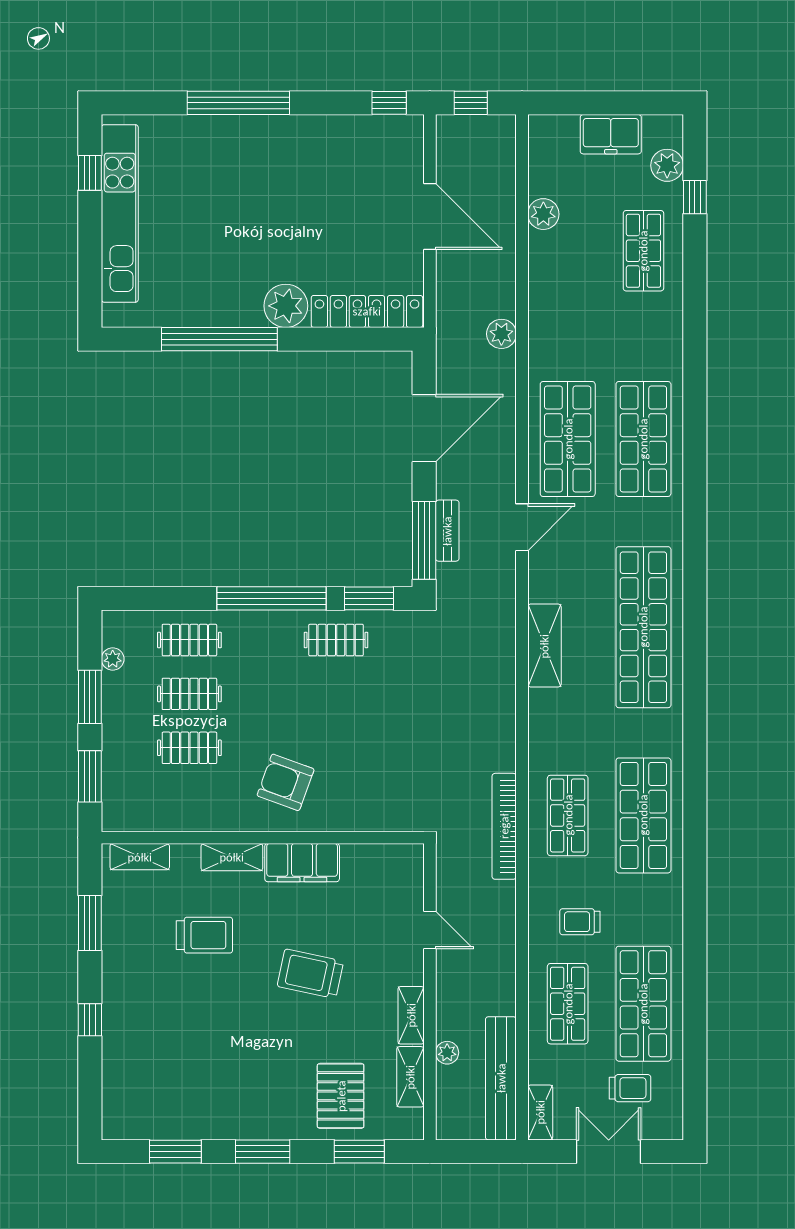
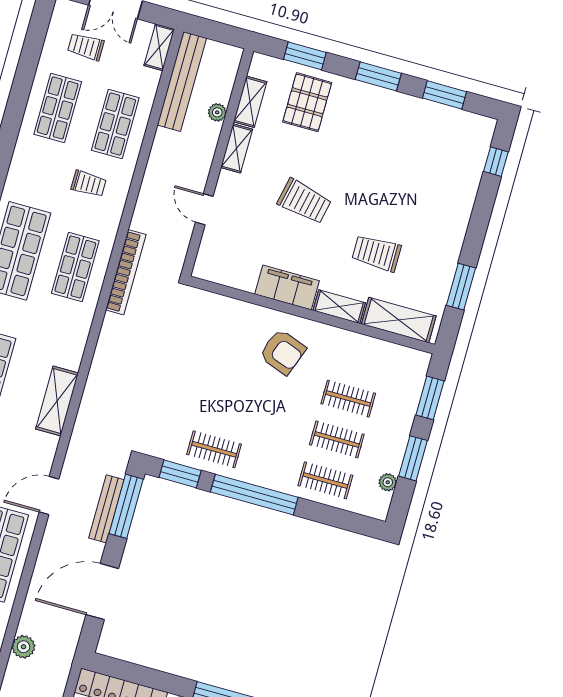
bench: (447, 531) -> (106, 509), width x1.36
shelving: (140, 857) -> (399, 320), width x1.50, depth x1.33
shop shelf: (643, 1004) -> (58, 108), width x0.70, depth x0.74
window: (90, 1020) -> (496, 162), moved

